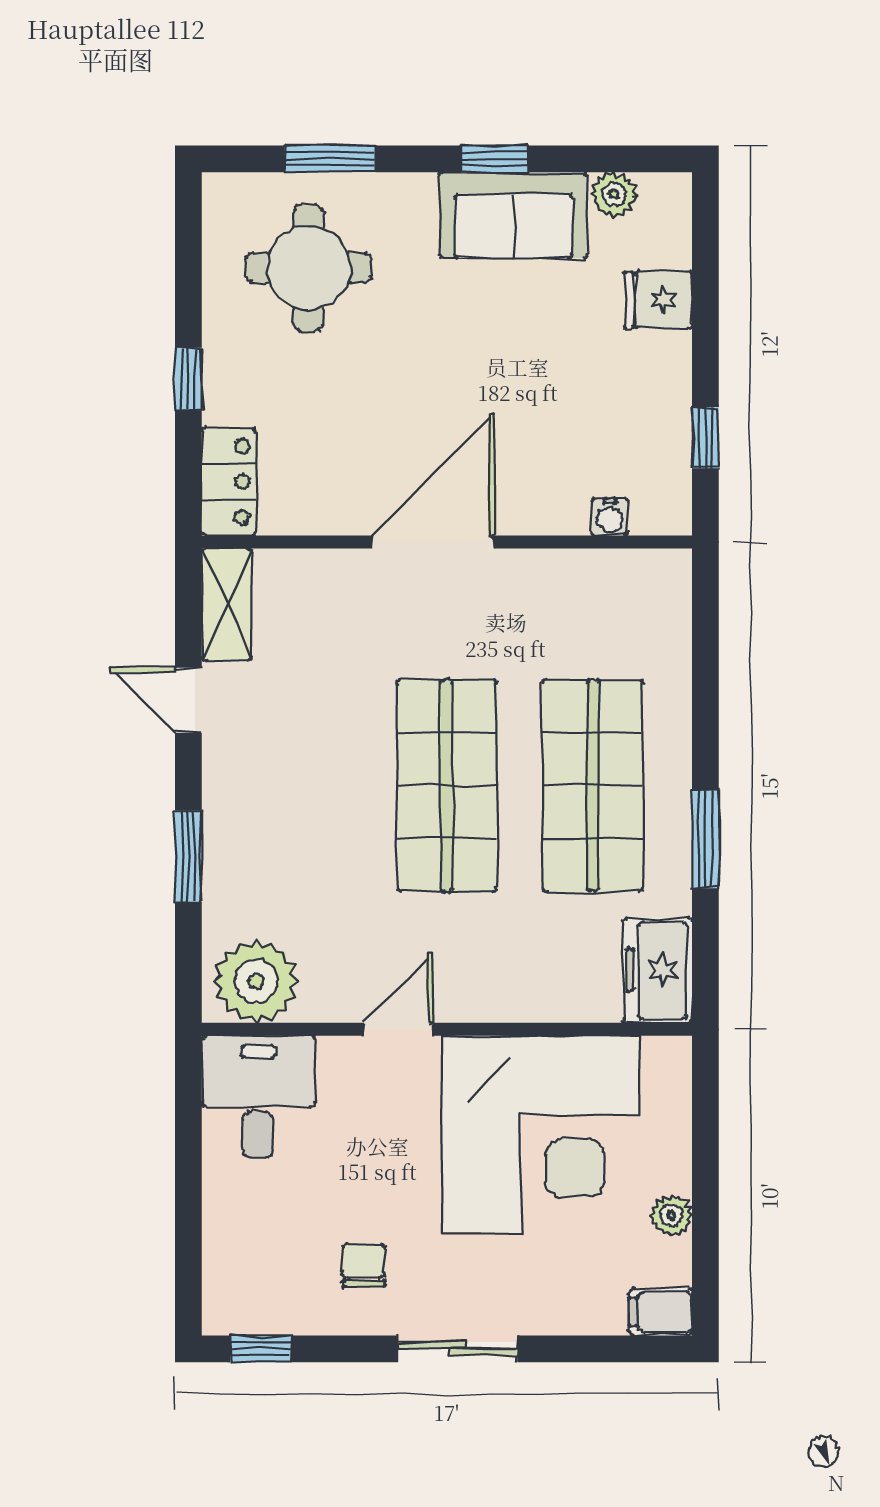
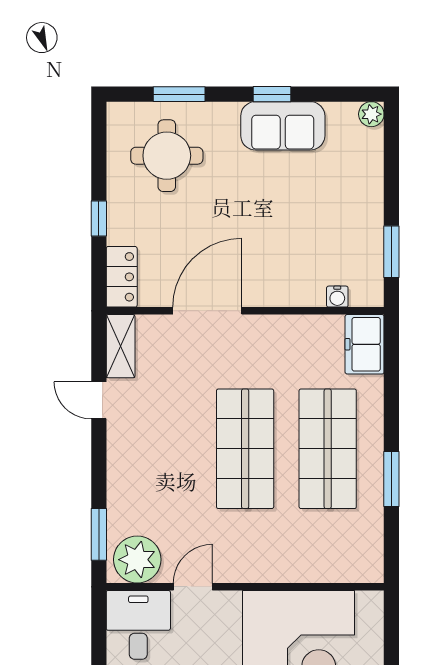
plant: (614, 194) -> (371, 114), moved
fridge: (658, 300) -> (365, 174), removed
window: (705, 438) -> (391, 252), width x1.50
door: (433, 542) -> (207, 311), moved
window: (188, 856) -> (99, 534), moved
freezer: (658, 970) -> (365, 344), moved
door: (398, 1029) -> (193, 587), moved

